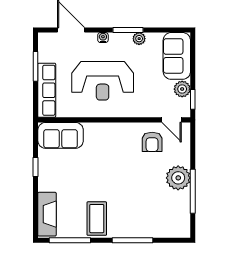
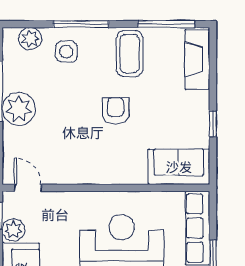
armchair: (152, 142) -> (116, 111), moved
side table: (143, 220) -> (66, 52), added
plant: (170, 229) -> (30, 39), added

